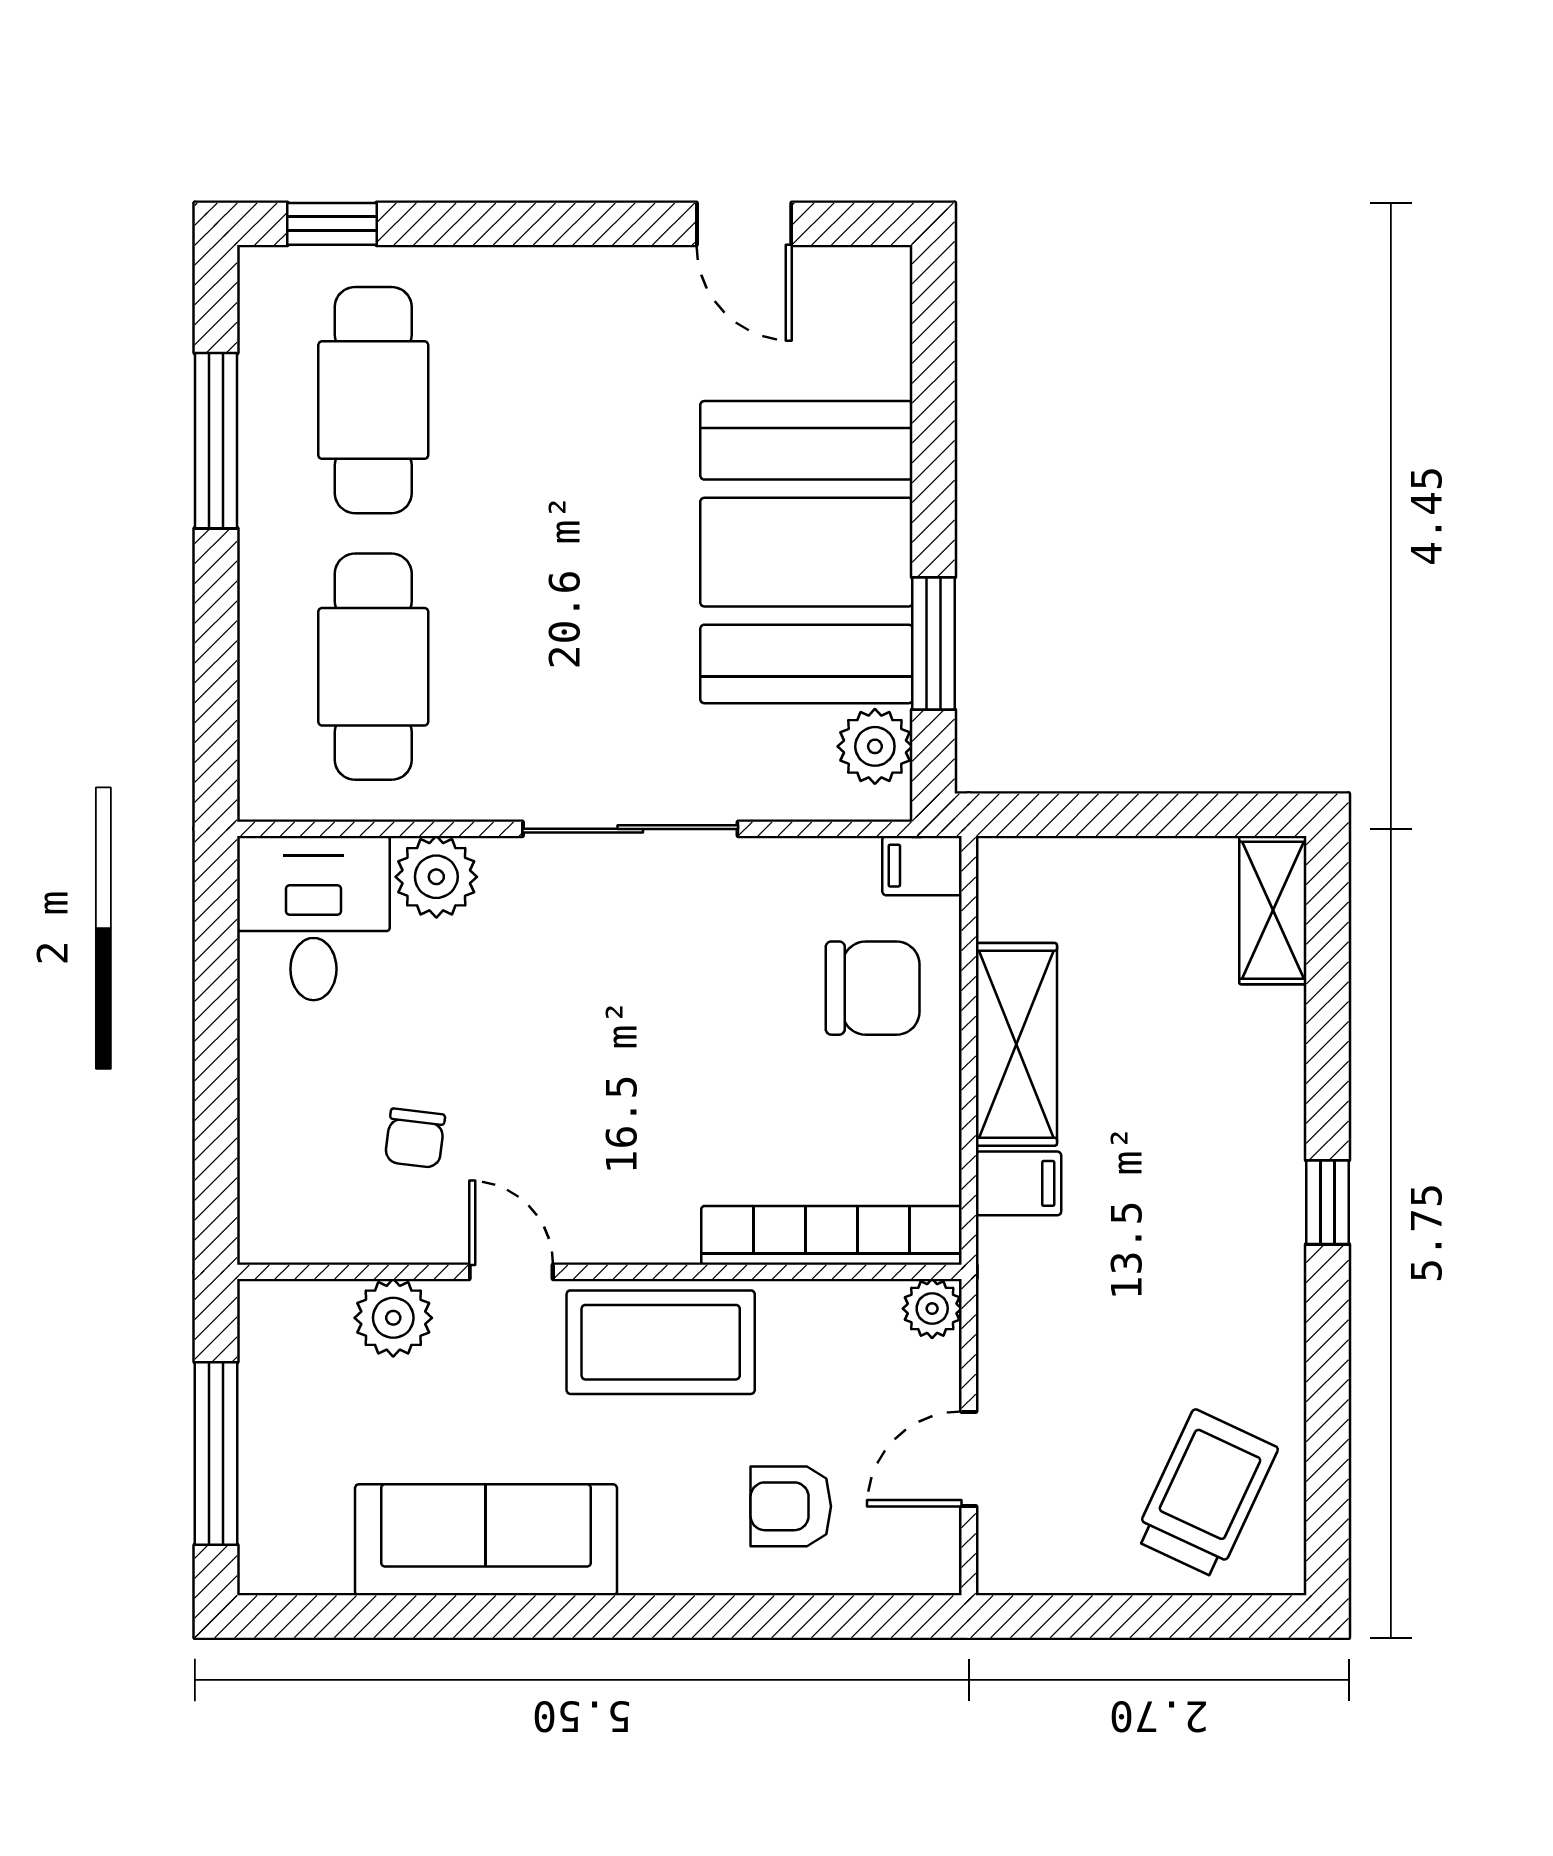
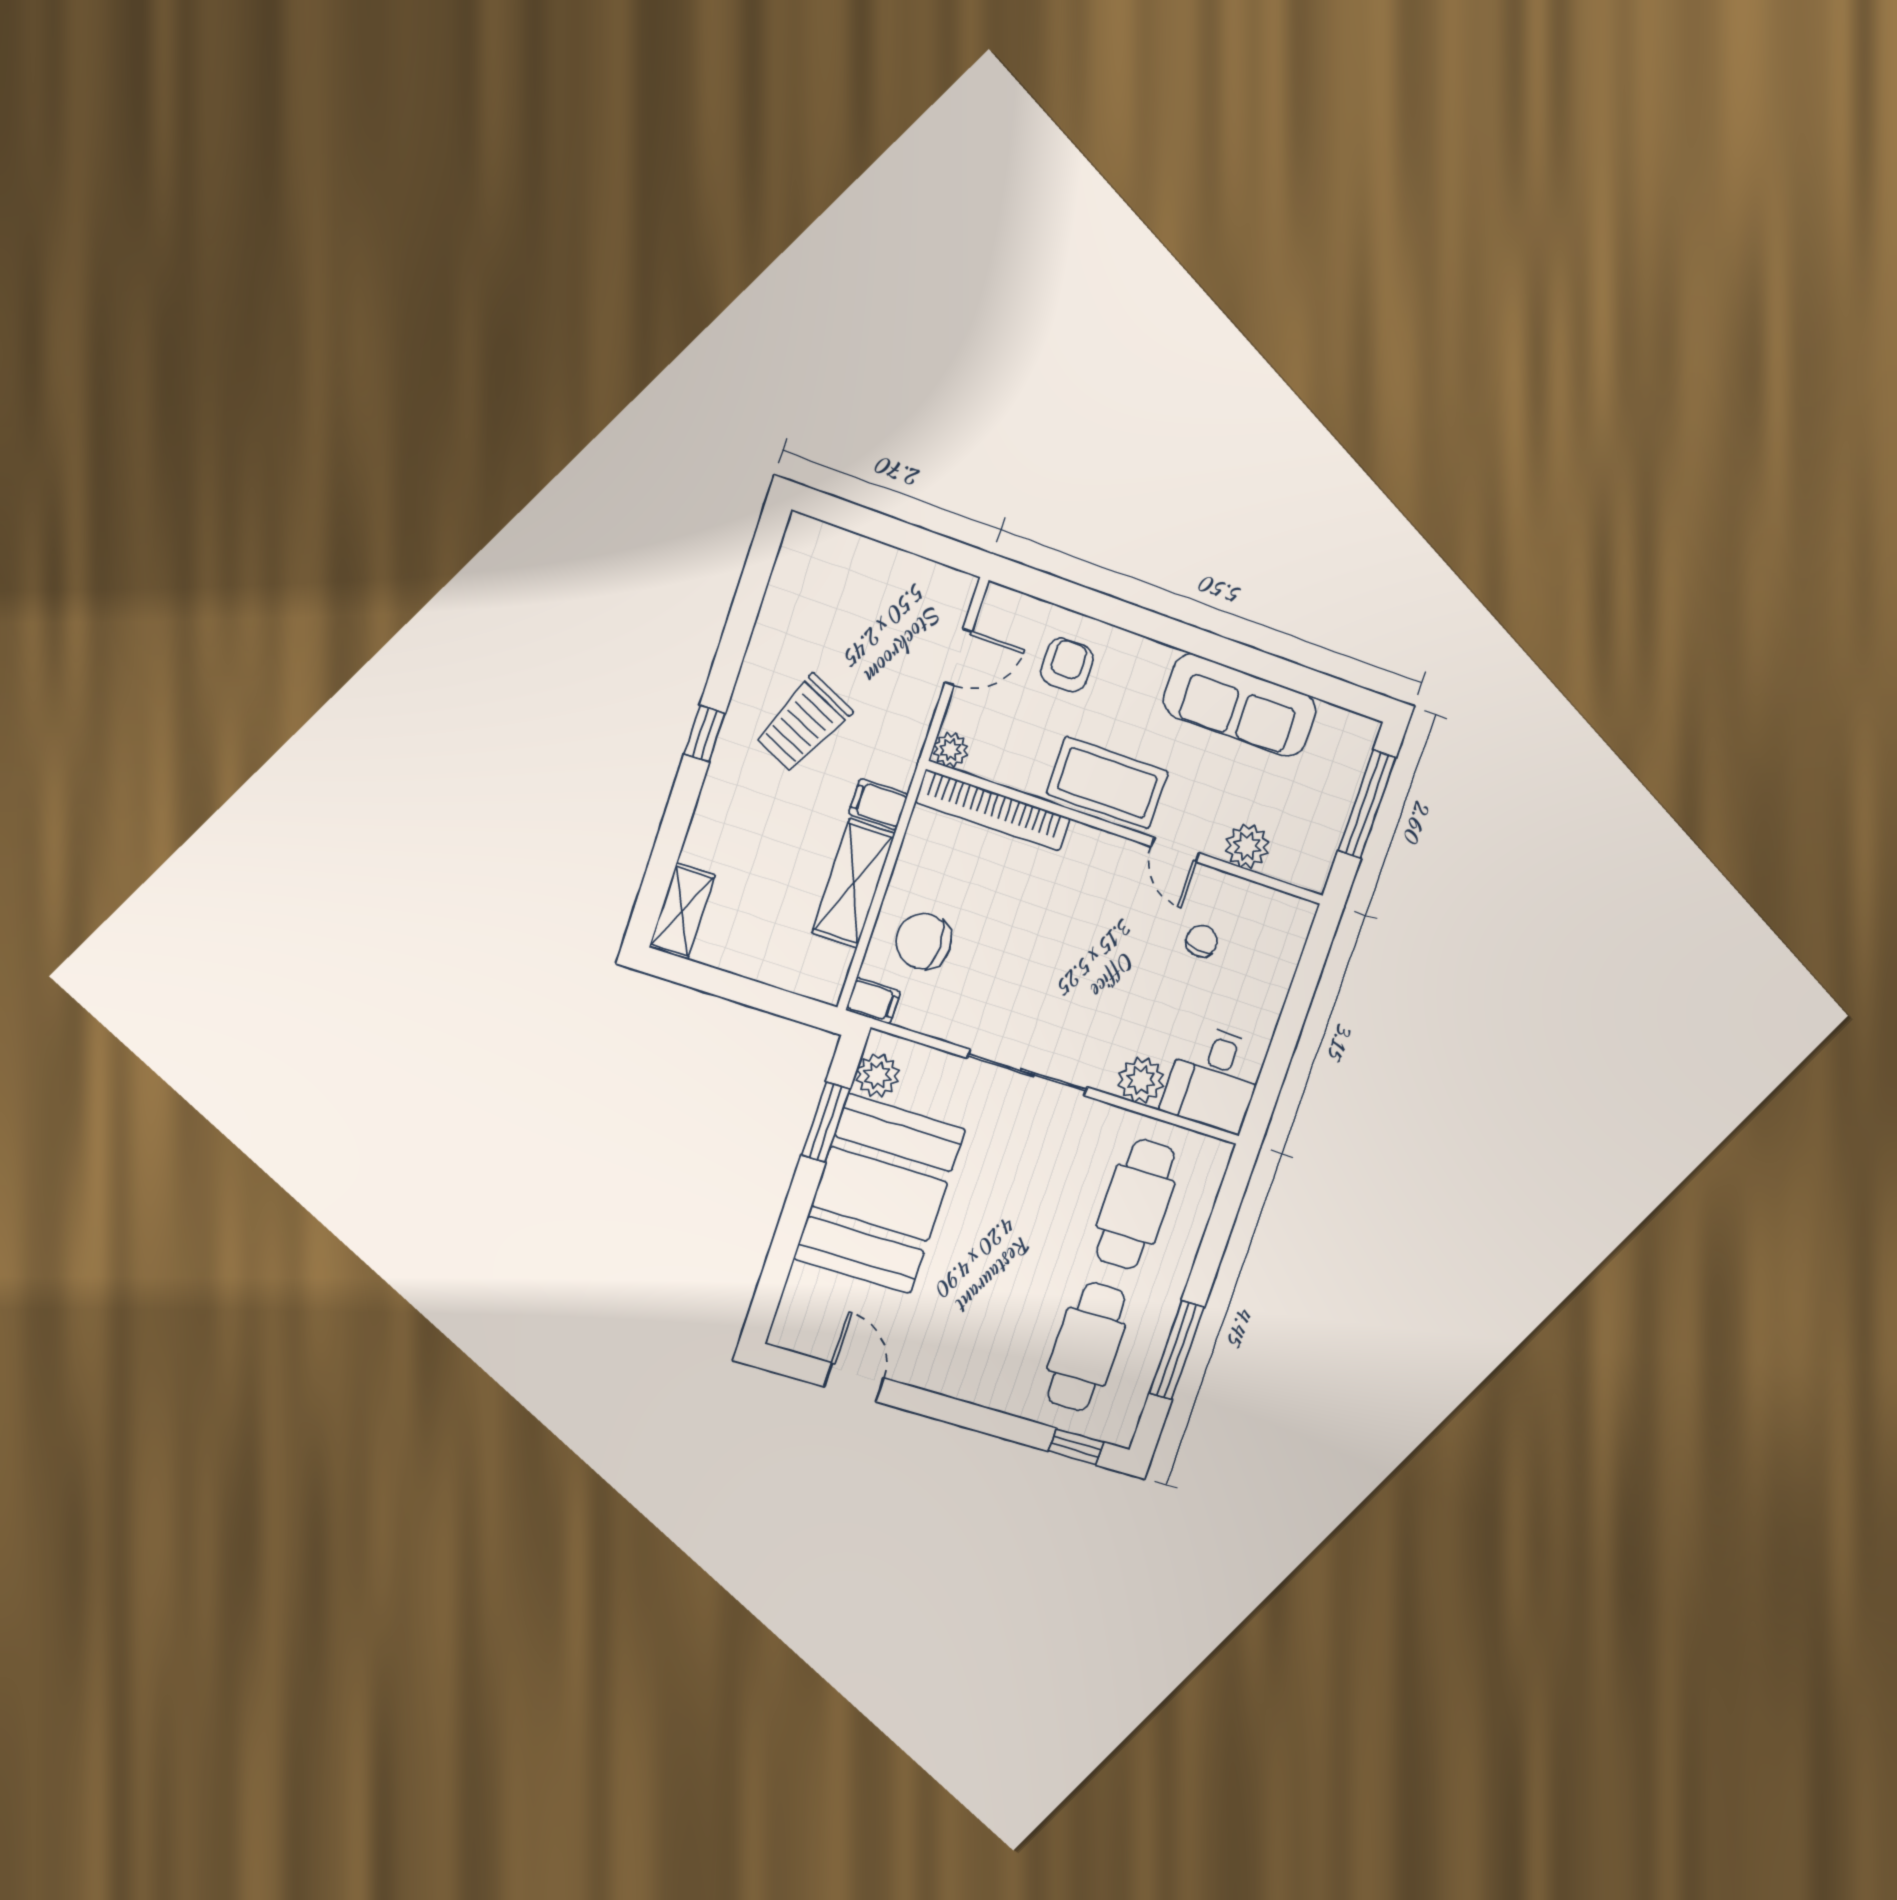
trolley: (1206, 1494) -> (803, 724), moved
armchair: (791, 1506) -> (1067, 665), turned -90

